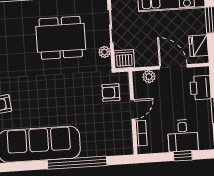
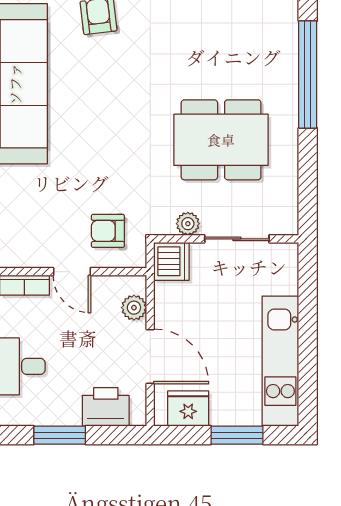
dining table: (61, 38) -> (221, 140), turned 90
door: (173, 67) -> (150, 356), hinge flipped
armchair: (111, 92) -> (108, 231), turned -90

